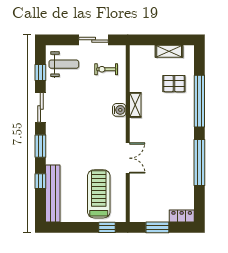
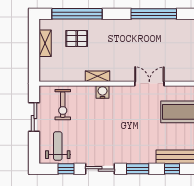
exercise bike: (106, 69) -> (63, 105), width x1.38, depth x1.39
pallet: (174, 84) -> (77, 39), turned 90
window: (199, 101) -> (77, 14), moved

